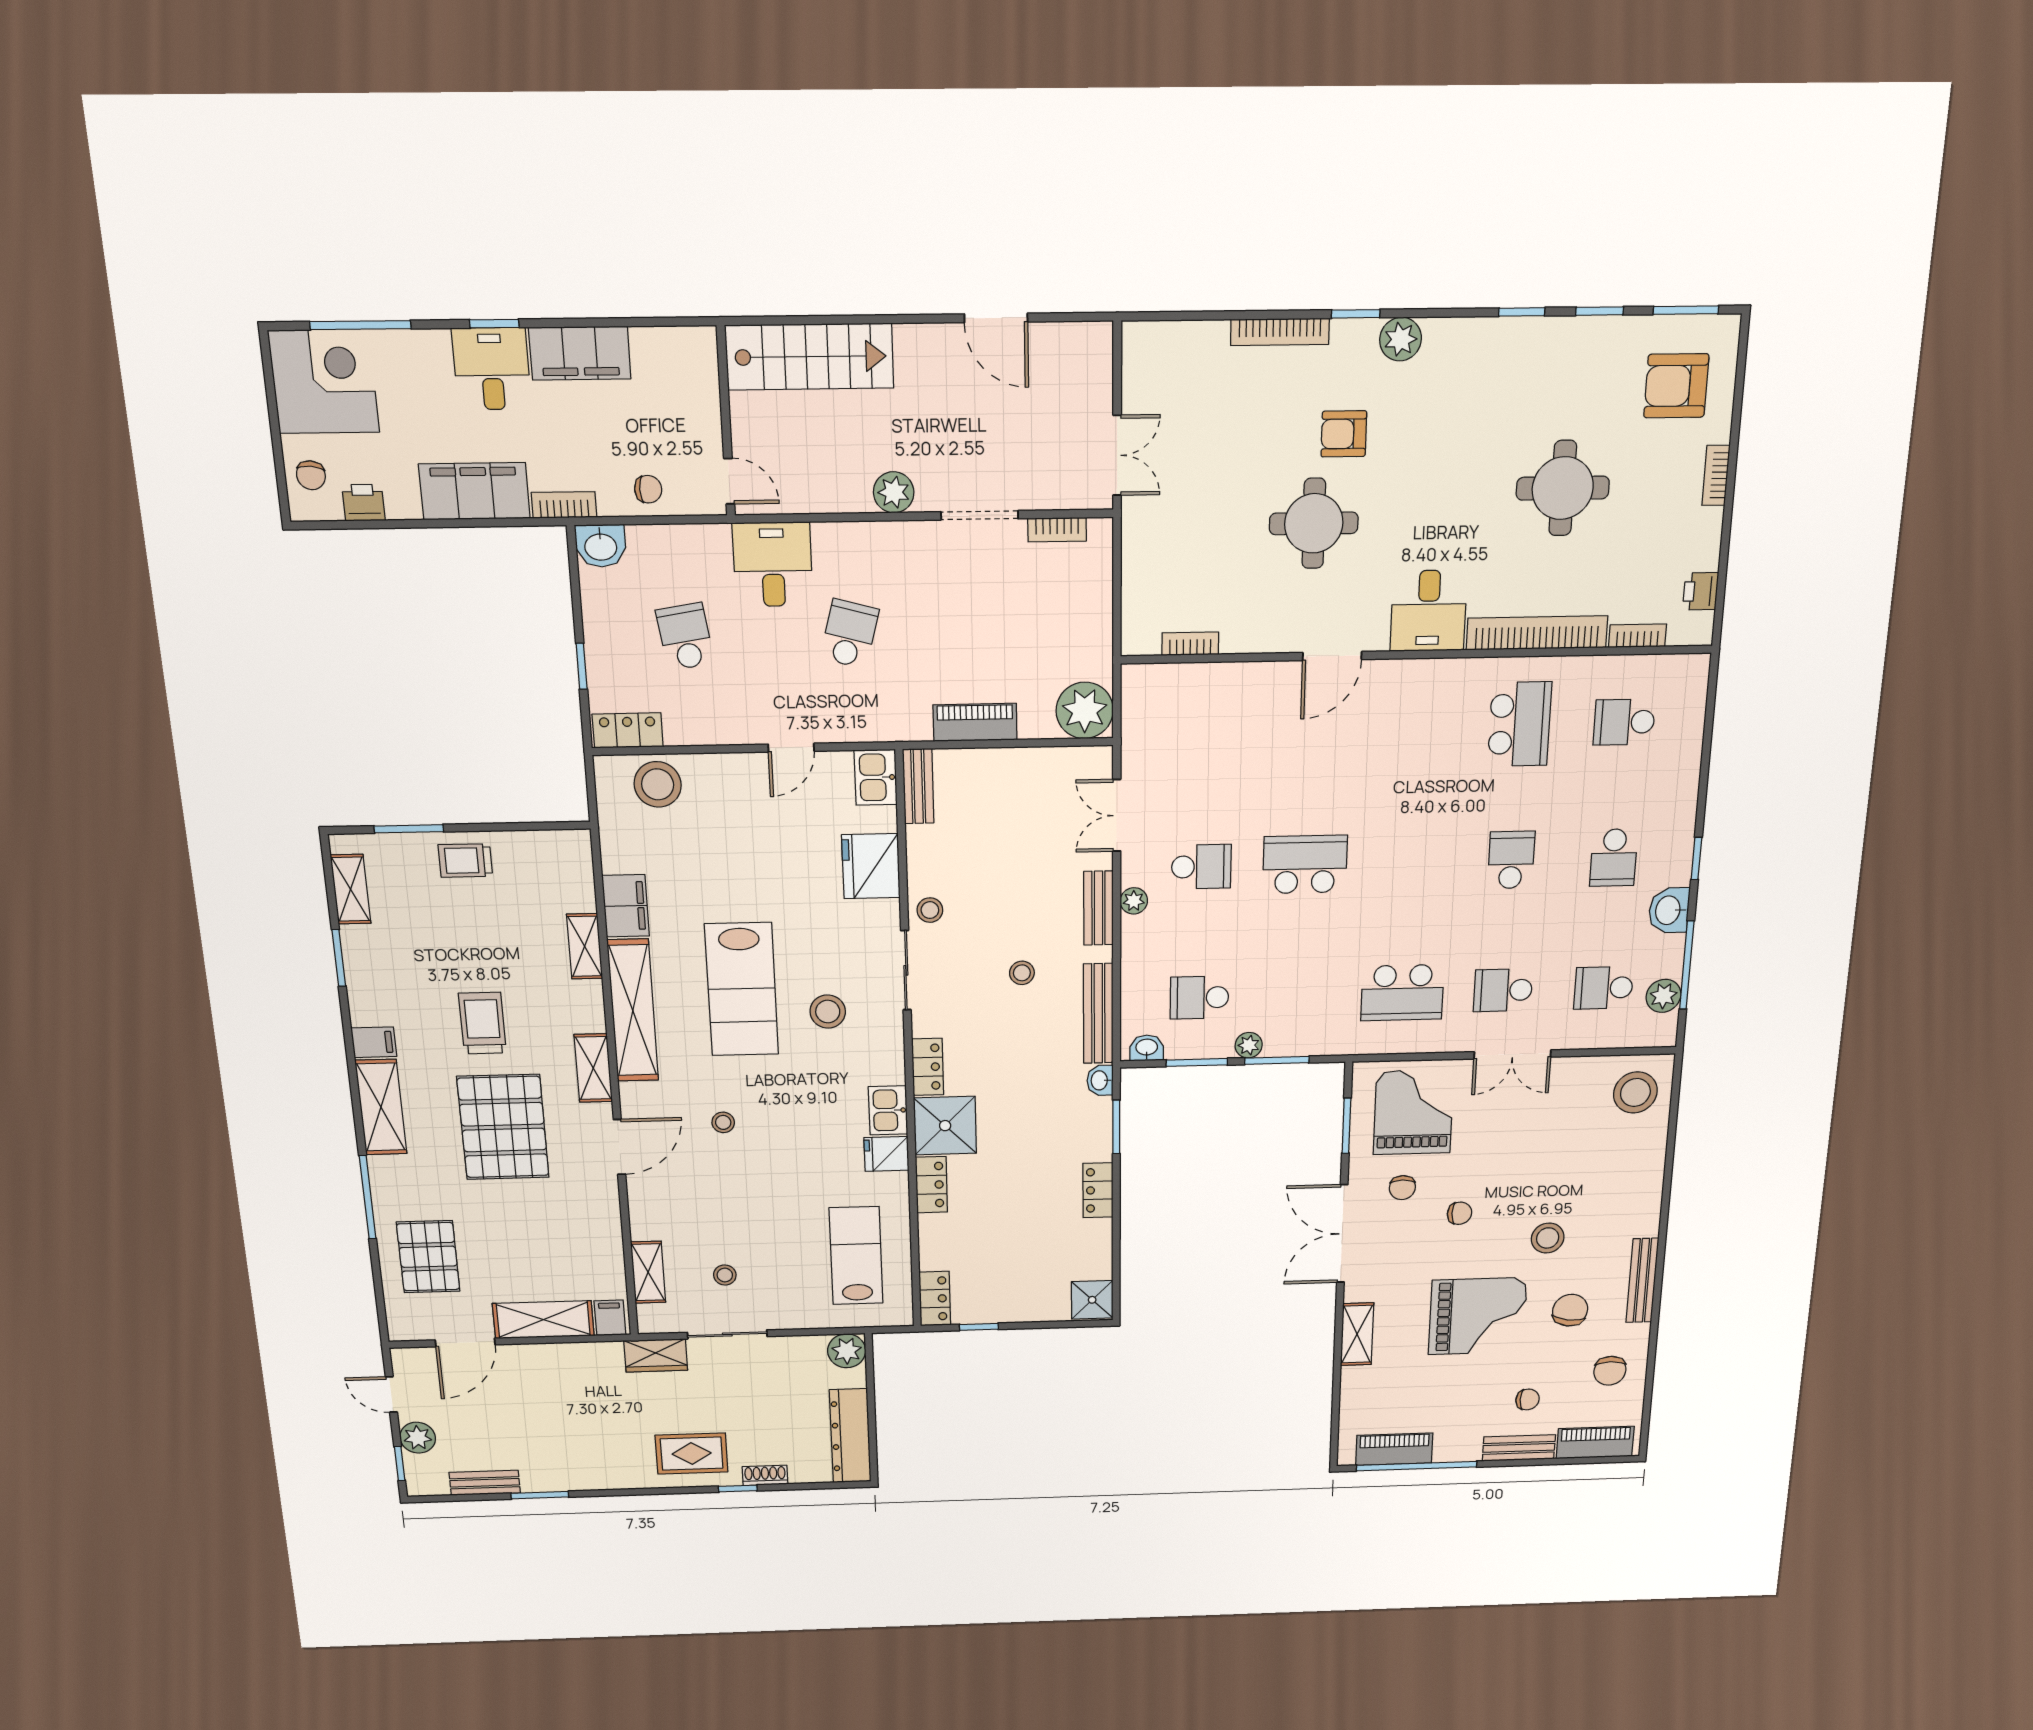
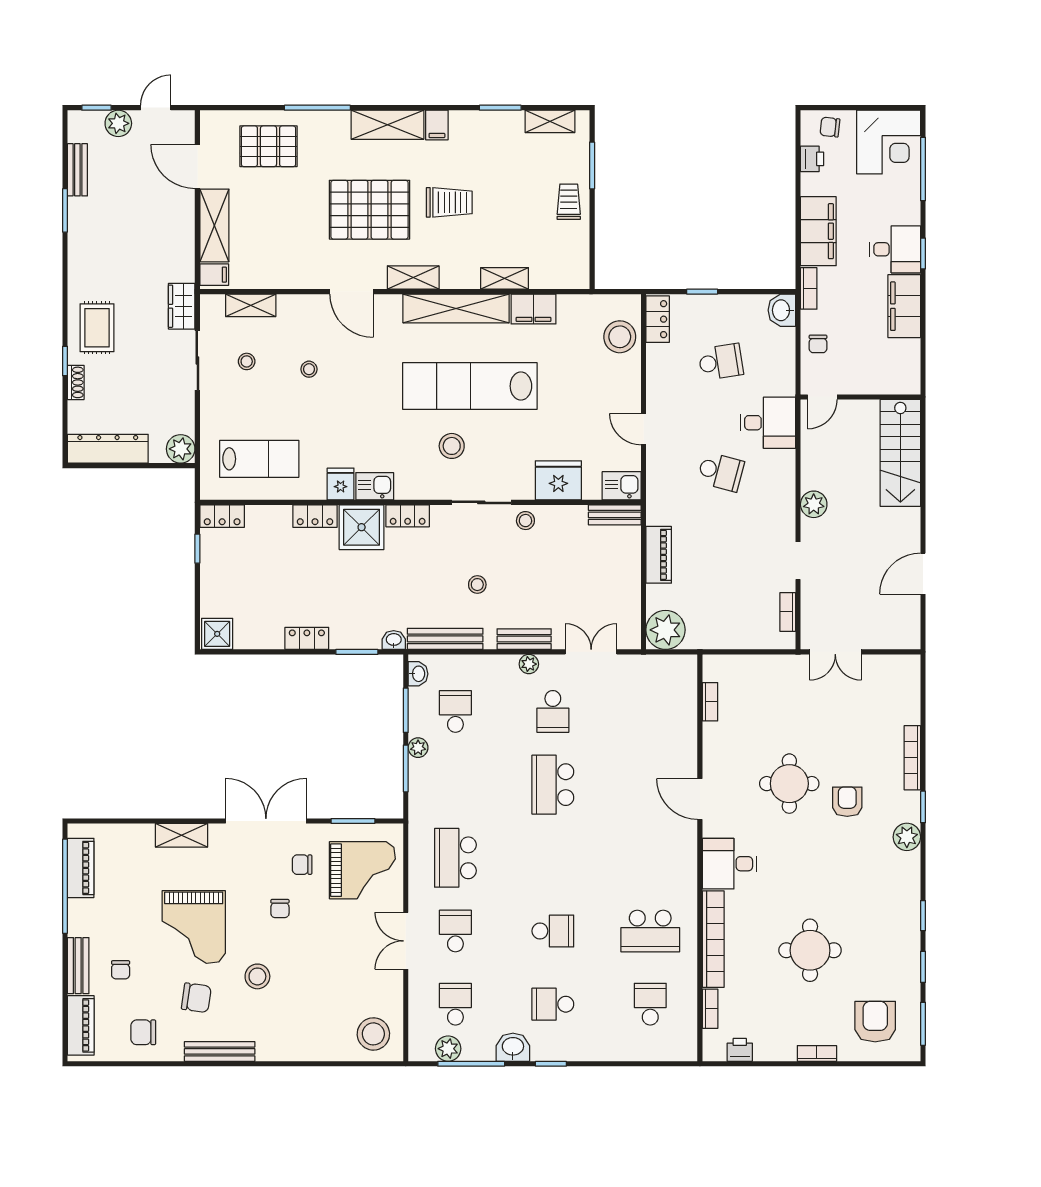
doorway: (980, 515) -> (798, 561), width x0.73
school desk: (1305, 864) -> (553, 785), turned 180
lab bench: (742, 989) -> (470, 386), width x1.36
stool: (723, 1122) -> (309, 369), moved

